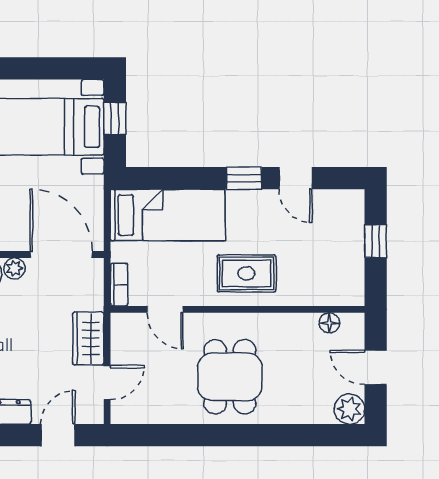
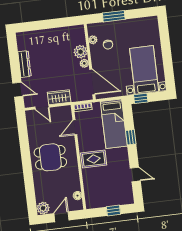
window: (115, 119) -> (141, 98), moved
window: (244, 178) -> (131, 137), moved
door: (295, 178) -> (135, 174), swing flipped
door: (61, 255) -> (92, 82), hinge flipped
rug: (246, 273) -> (94, 159), turned 90

